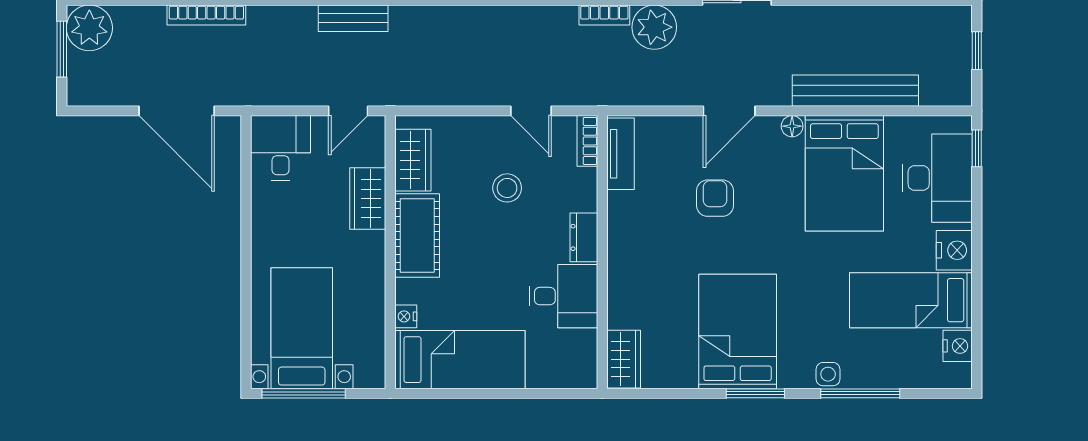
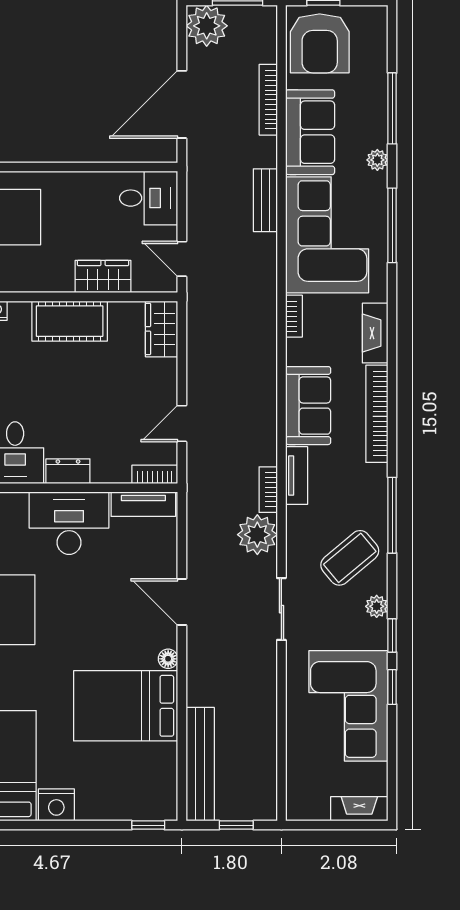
bookcase: (206, 15) -> (268, 100), moved
bench: (353, 18) -> (265, 200), moved
plant: (89, 28) -> (207, 26), moved
bench: (855, 91) -> (200, 764), moved
wardrobe: (413, 160) -> (162, 329), moved, turned 90
desk: (937, 178) -> (69, 523), moved, turned 180
stool: (507, 188) -> (112, 402), removed
armchair: (715, 198) -> (103, 589), removed

